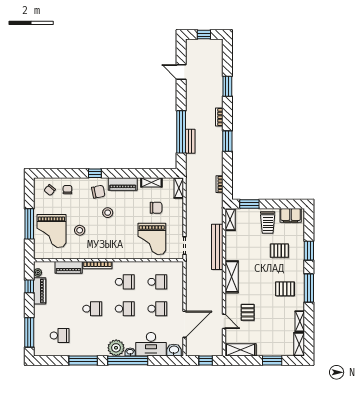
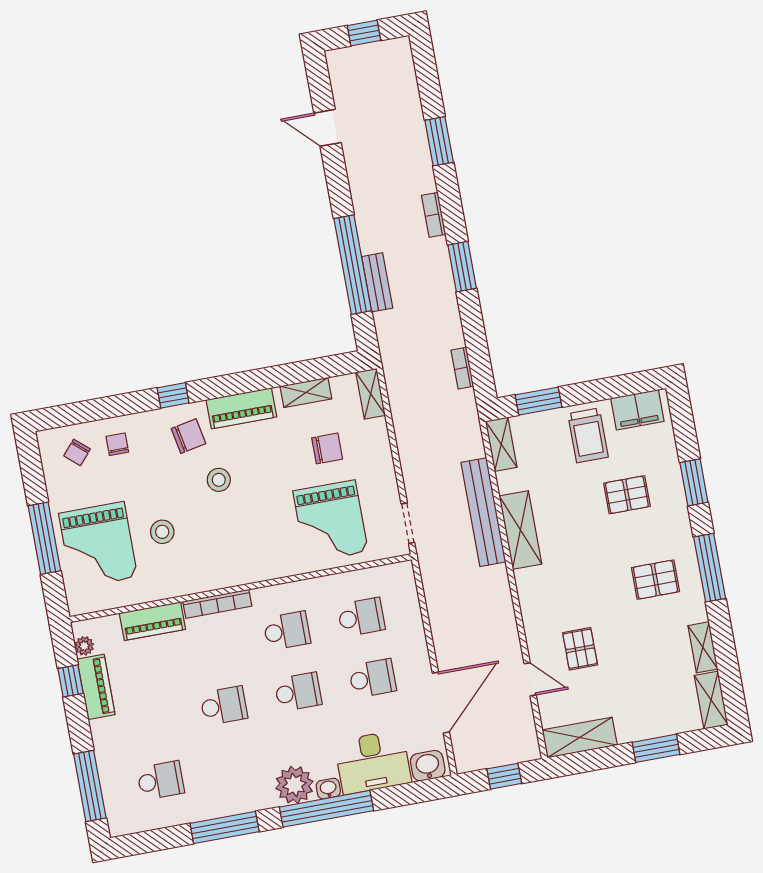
shelving: (232, 277) -> (520, 530), moved

